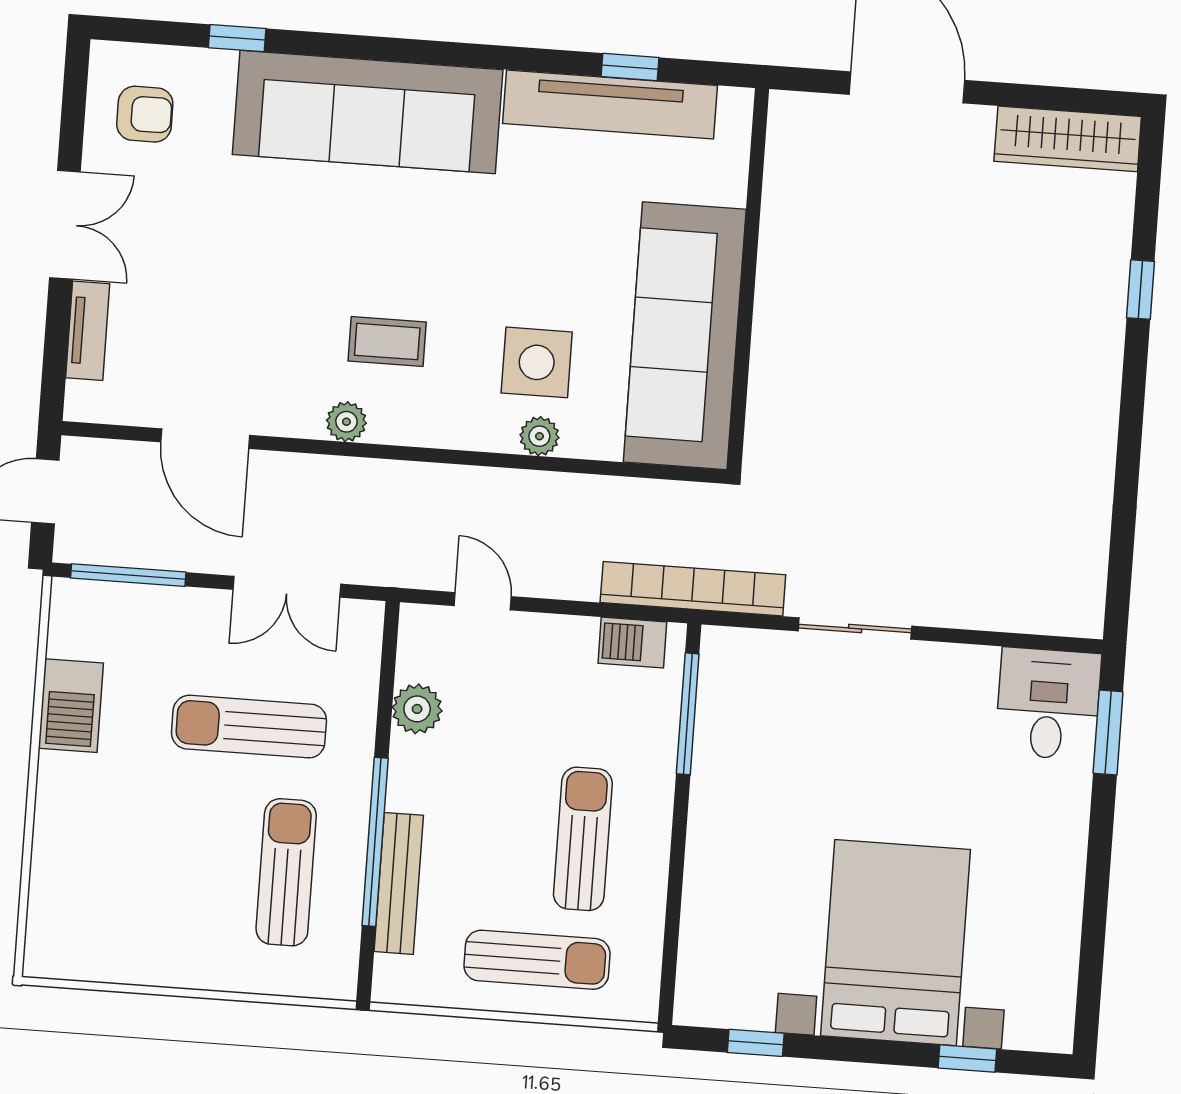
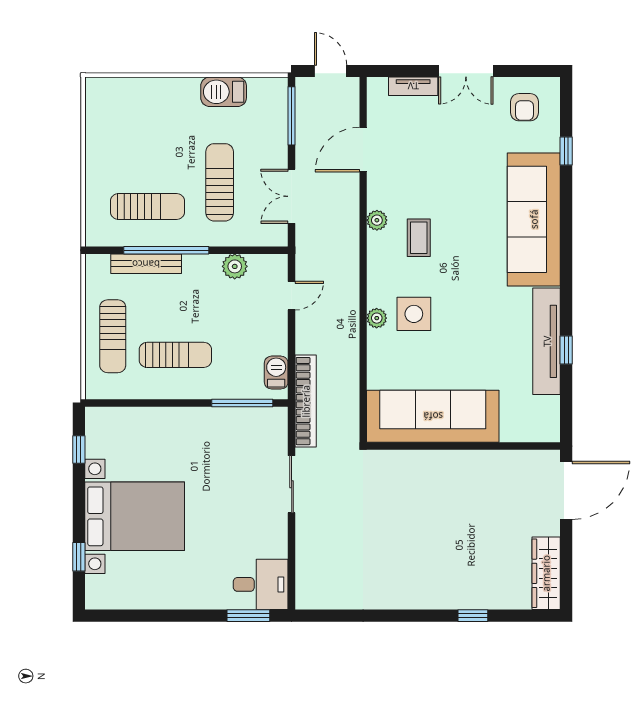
wall: (748, 279) -> (463, 446), moved
sofa: (685, 336) -> (433, 416), moved

